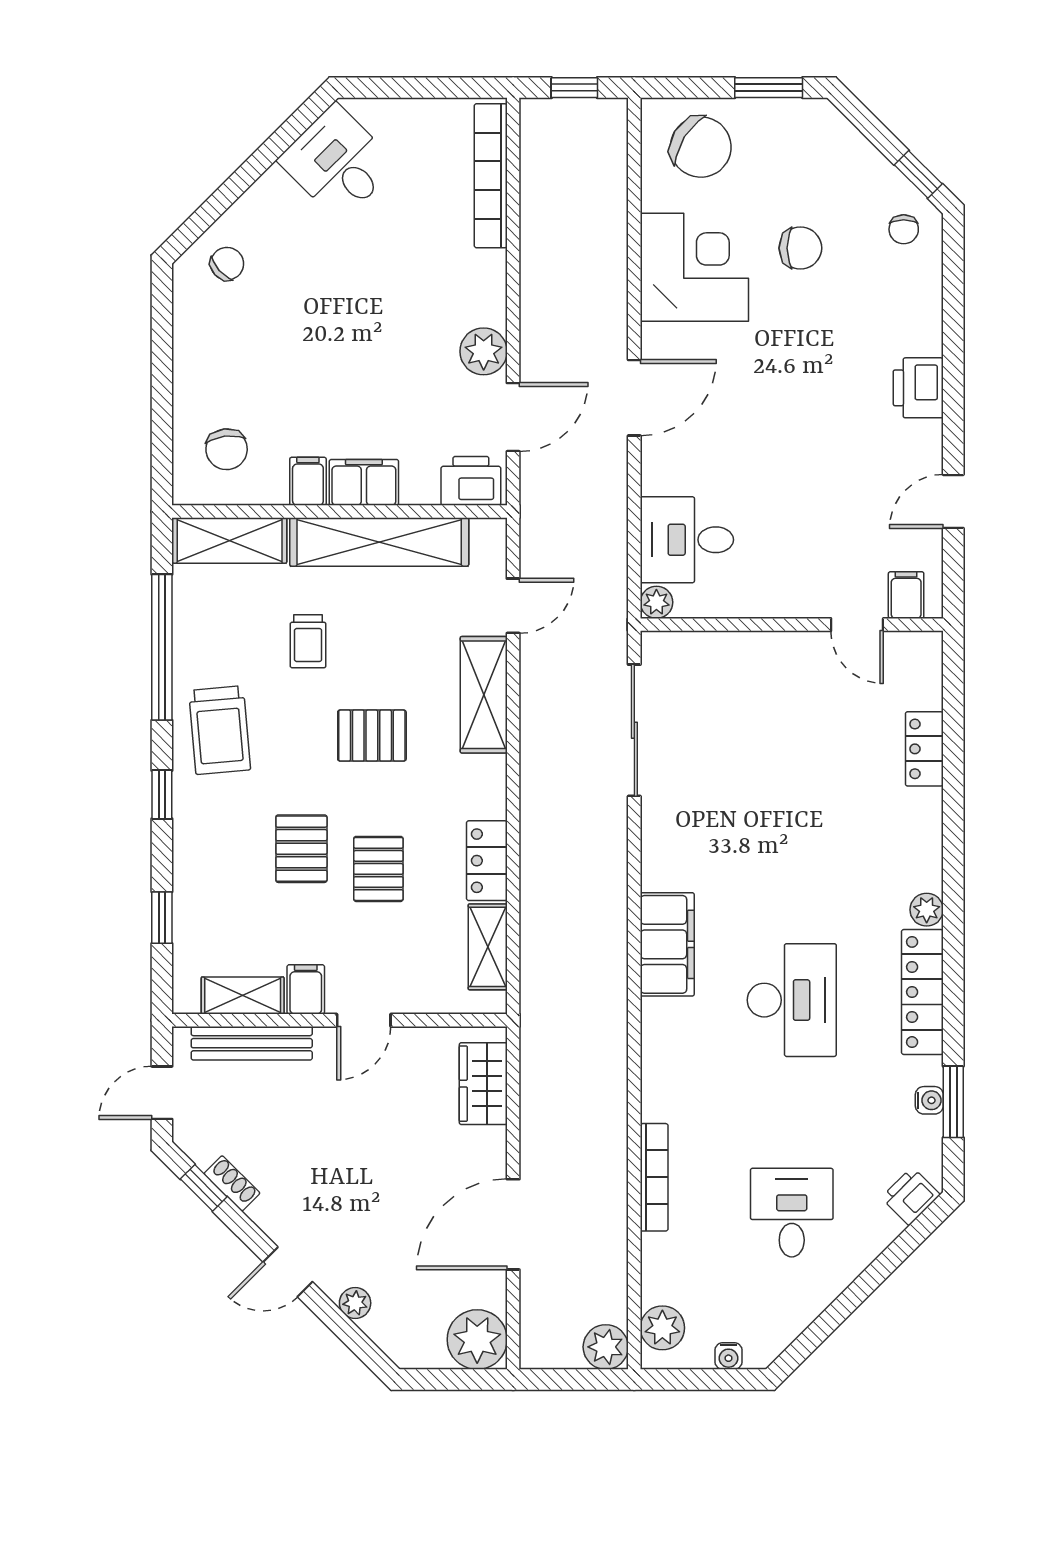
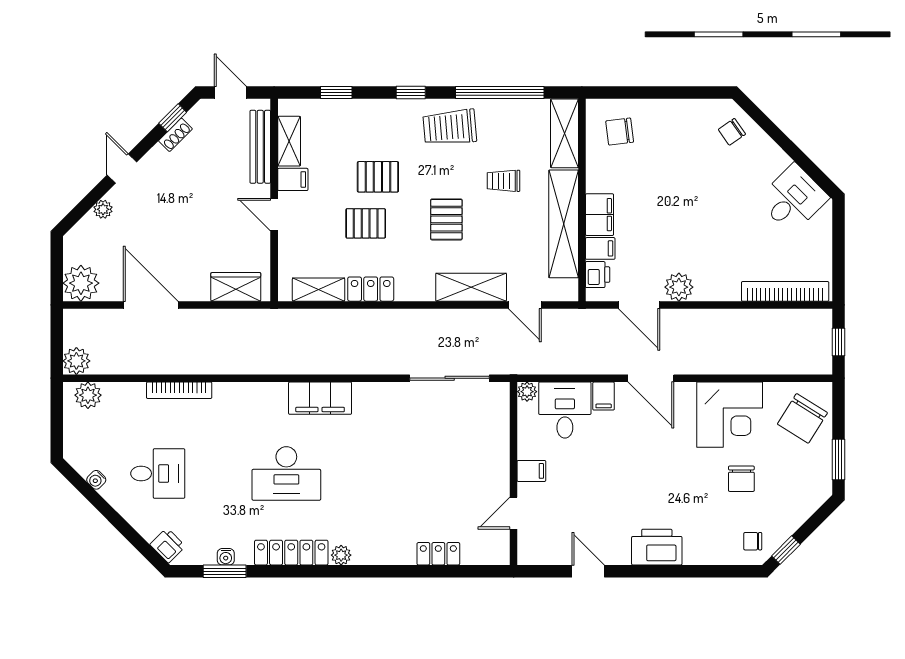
chair: (227, 264) -> (732, 132), turned 97
printer: (918, 388) -> (657, 547), width x1.37, depth x1.19
filing cabinet: (664, 476) -> (604, 396), added
filing cabinet: (308, 481) -> (600, 248), moved
printer: (471, 481) -> (598, 275), width x0.73, depth x0.81
filing cabinet: (906, 595) -> (531, 471), moved
water cooler: (728, 1356) -> (96, 480), moved, turned -45

